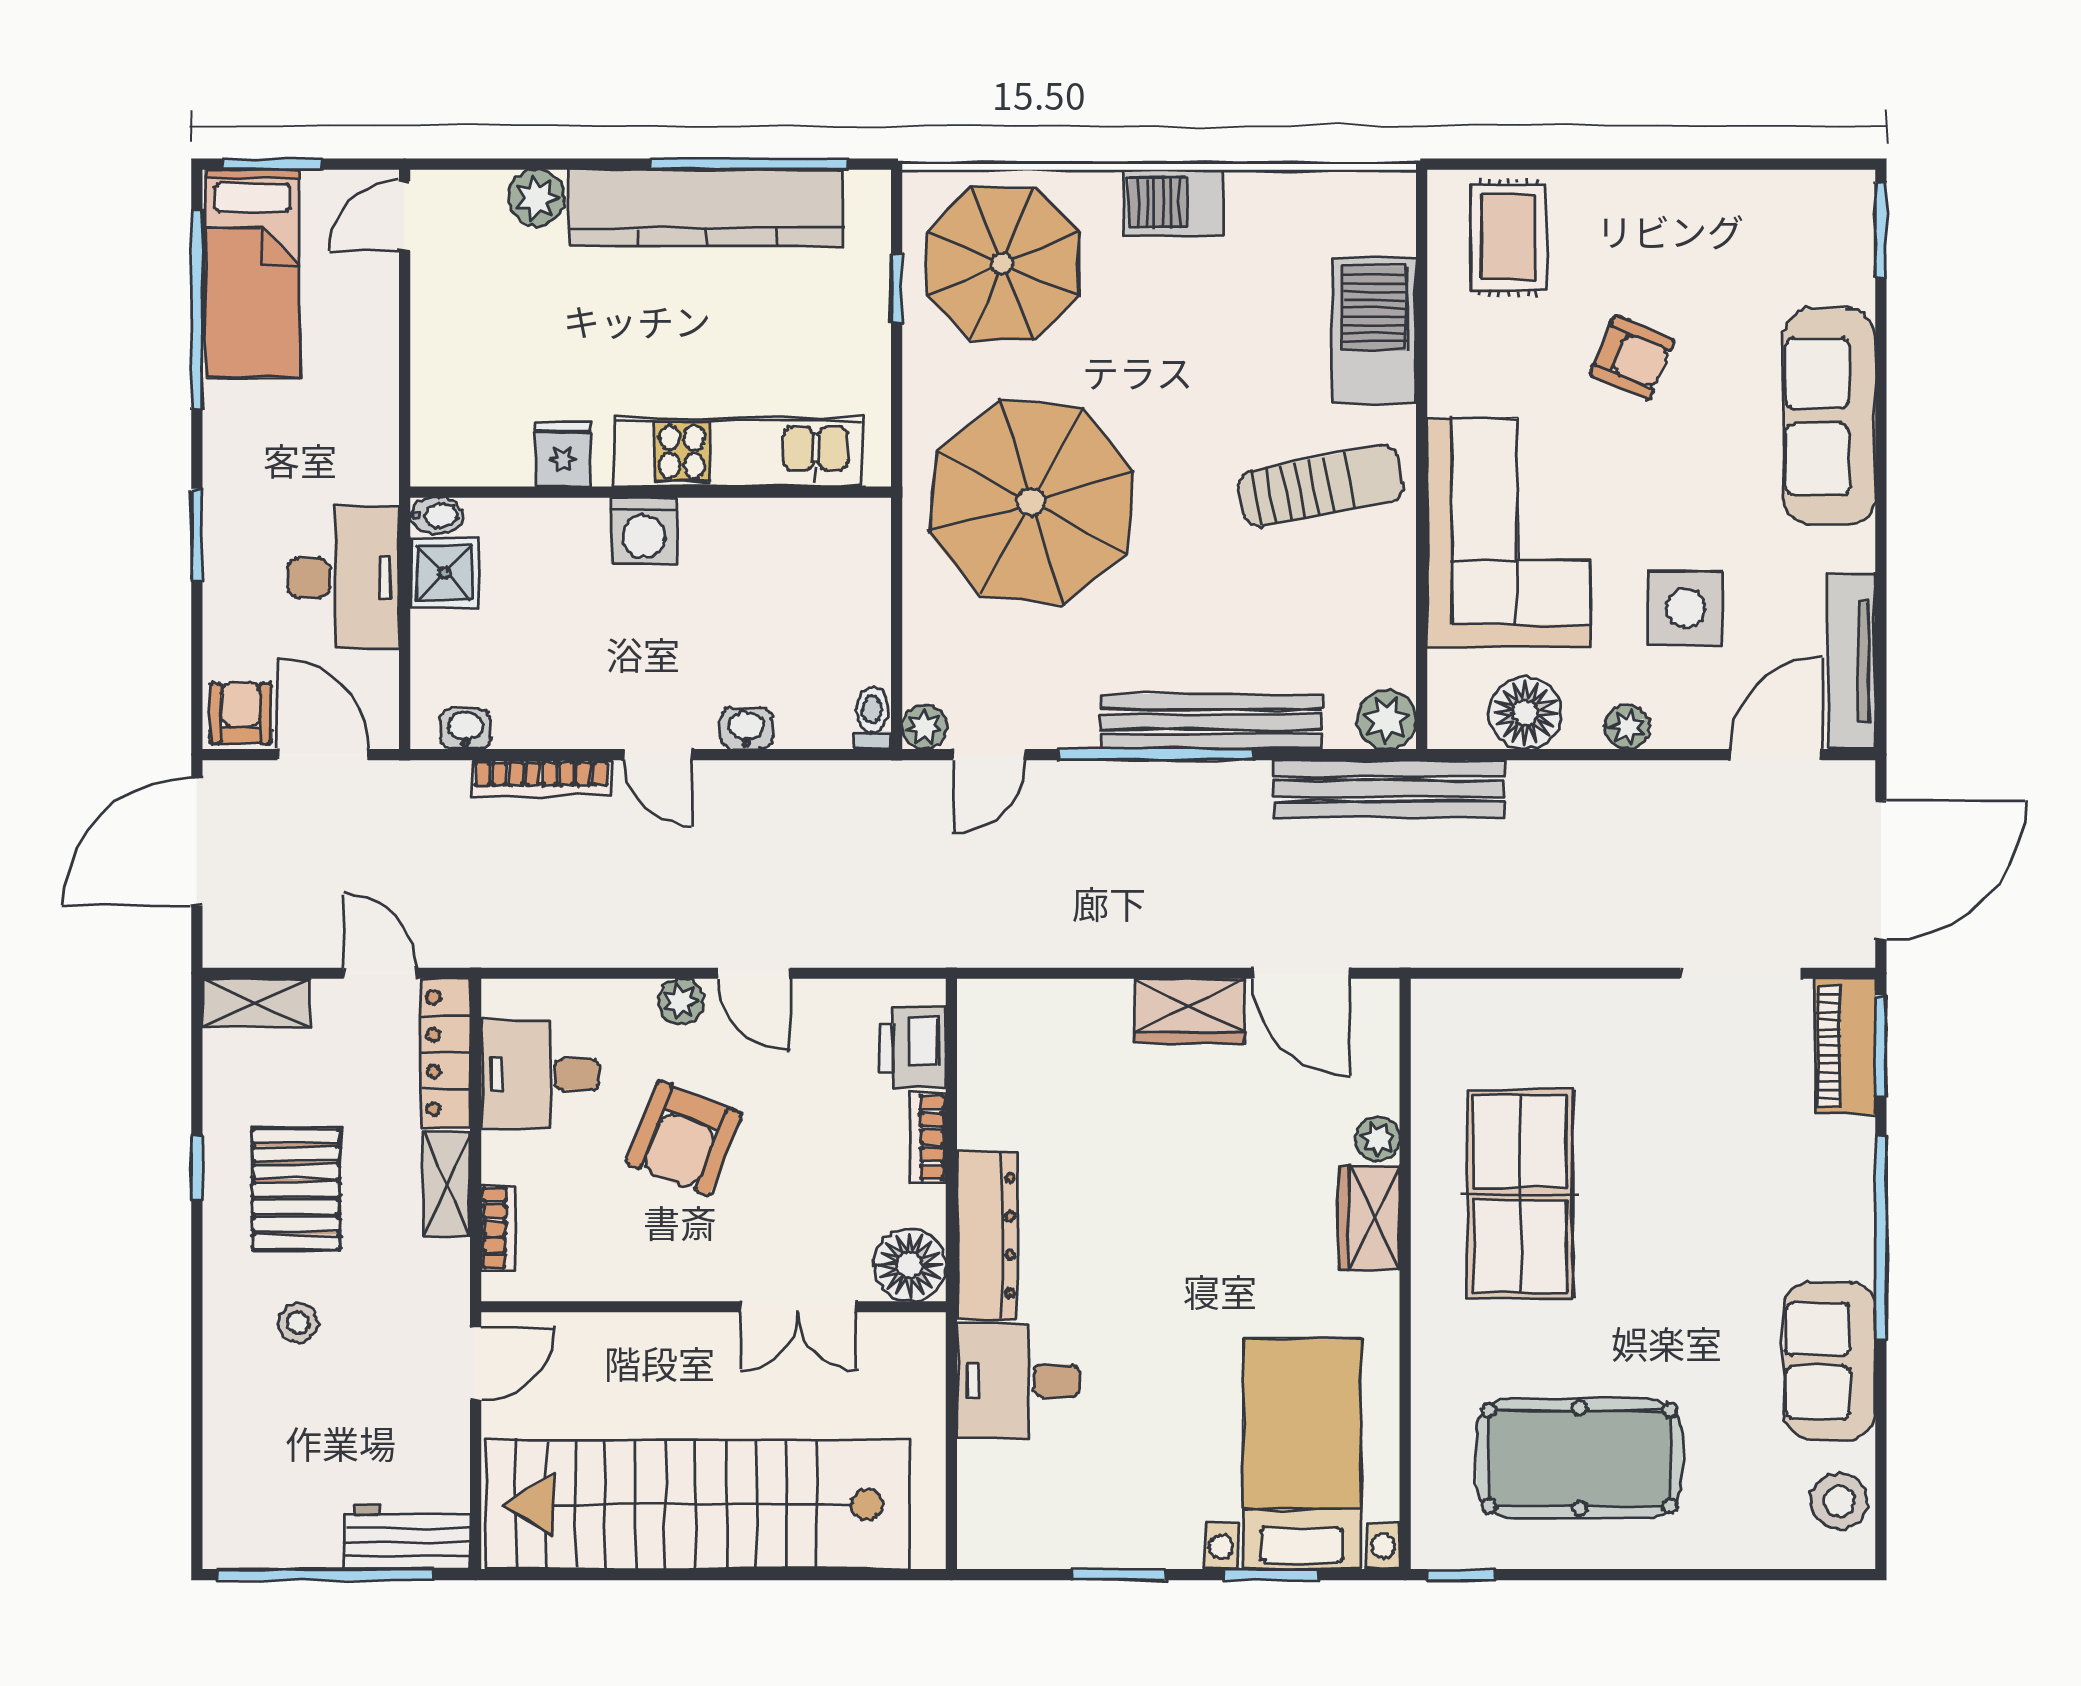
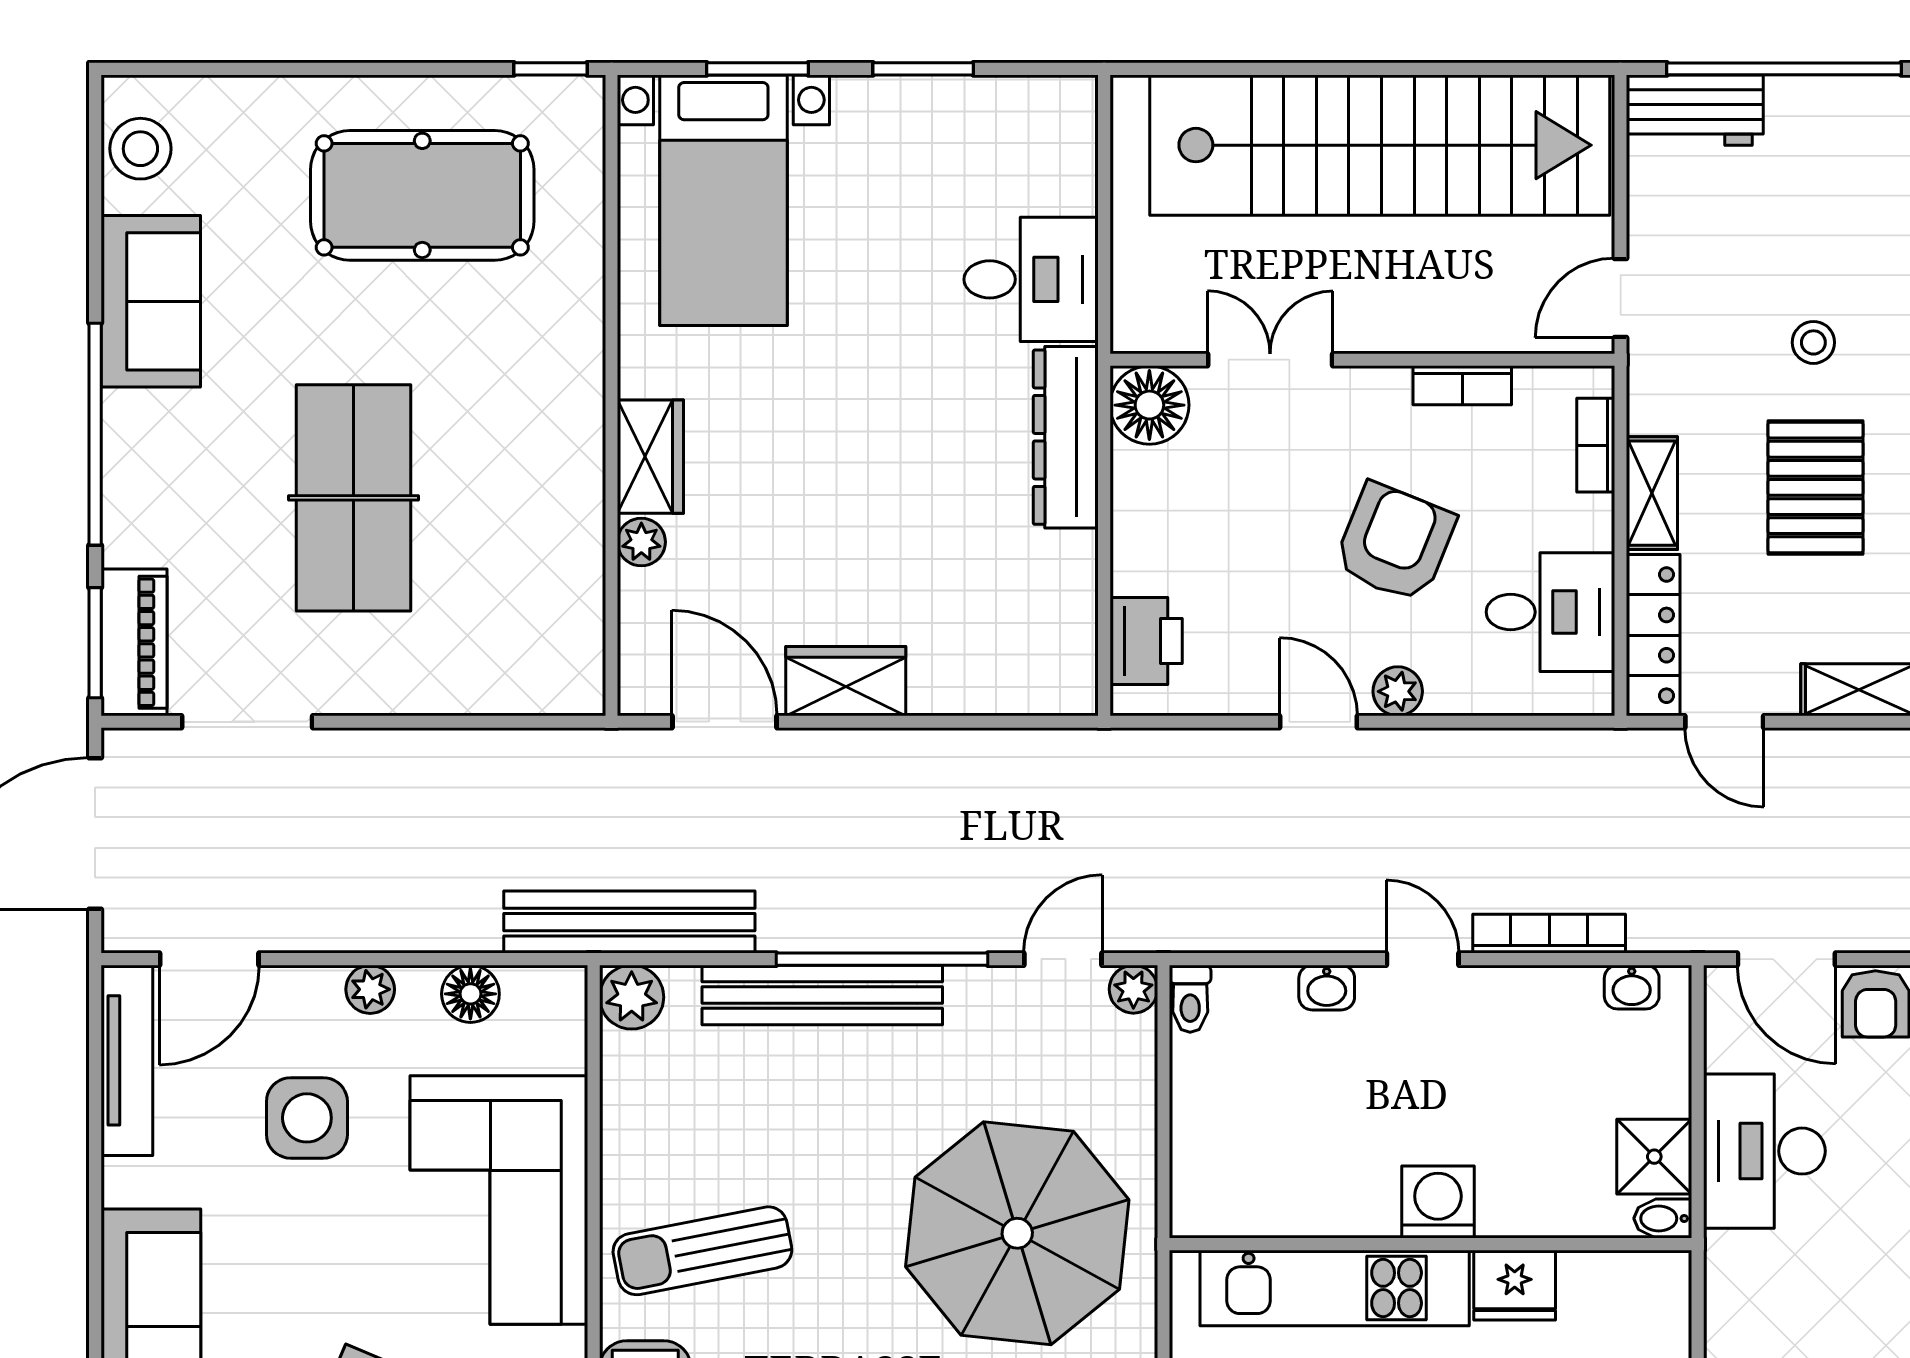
fridge: (563, 454) -> (1515, 1285), width x1.38
floor lamp: (1525, 713) -> (470, 994), width x0.73, depth x0.73
bookcase: (928, 1137) -> (1462, 385), moved, turned 90
table tennis table: (1520, 1194) -> (354, 498), moved

